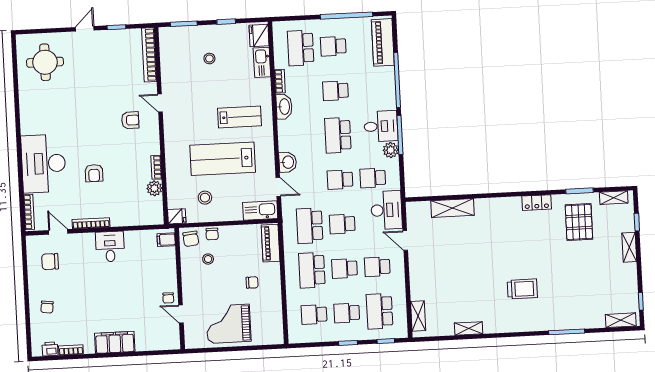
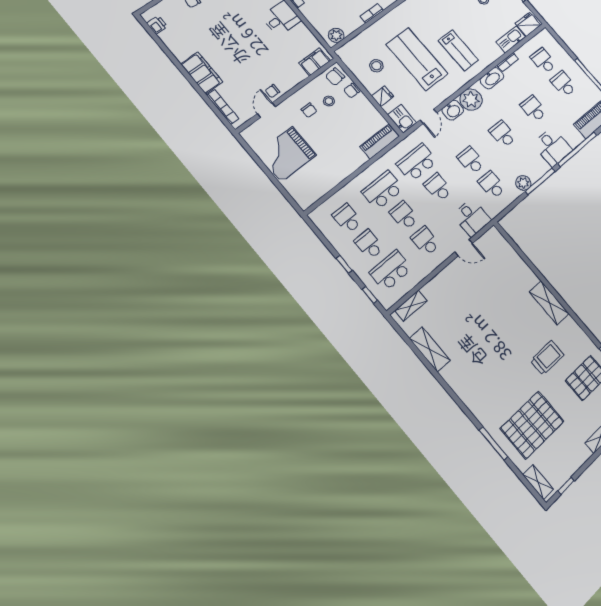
school desk: (301, 48) -> (543, 61), width x0.54
desk: (381, 126) -> (553, 147), moved
school desk: (338, 135) -> (503, 134), width x0.54
plant: (290, 139) -> (471, 100), added
plant: (154, 188) -> (336, 35), moved
locker: (537, 203) -> (574, 331), removed
shelving: (452, 208) -> (549, 303), moved
kitchen sink: (260, 210) -> (402, 119), width x0.73
desk: (386, 210) -> (472, 218), width x0.73
fridge: (177, 216) -> (383, 96), moved, turned -90
filing cabinet: (166, 240) -> (315, 62), width x2.00
door: (405, 240) -> (464, 248), swing flipped
chair: (252, 282) -> (309, 110), moved
trolley: (522, 289) -> (547, 358), moved, turned -90
pallet: (578, 292) -> (532, 425), added
grand piano: (228, 324) -> (287, 154), turned -90
shelving: (469, 328) -> (430, 349), width x1.50, depth x1.33
bookcase: (71, 350) -> (223, 107), moved, width x1.56

